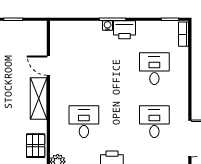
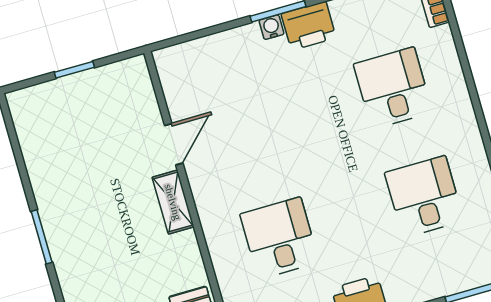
door: (48, 66) -> (174, 144), swing flipped
shelving: (39, 99) -> (173, 202), width x0.67, depth x0.75

